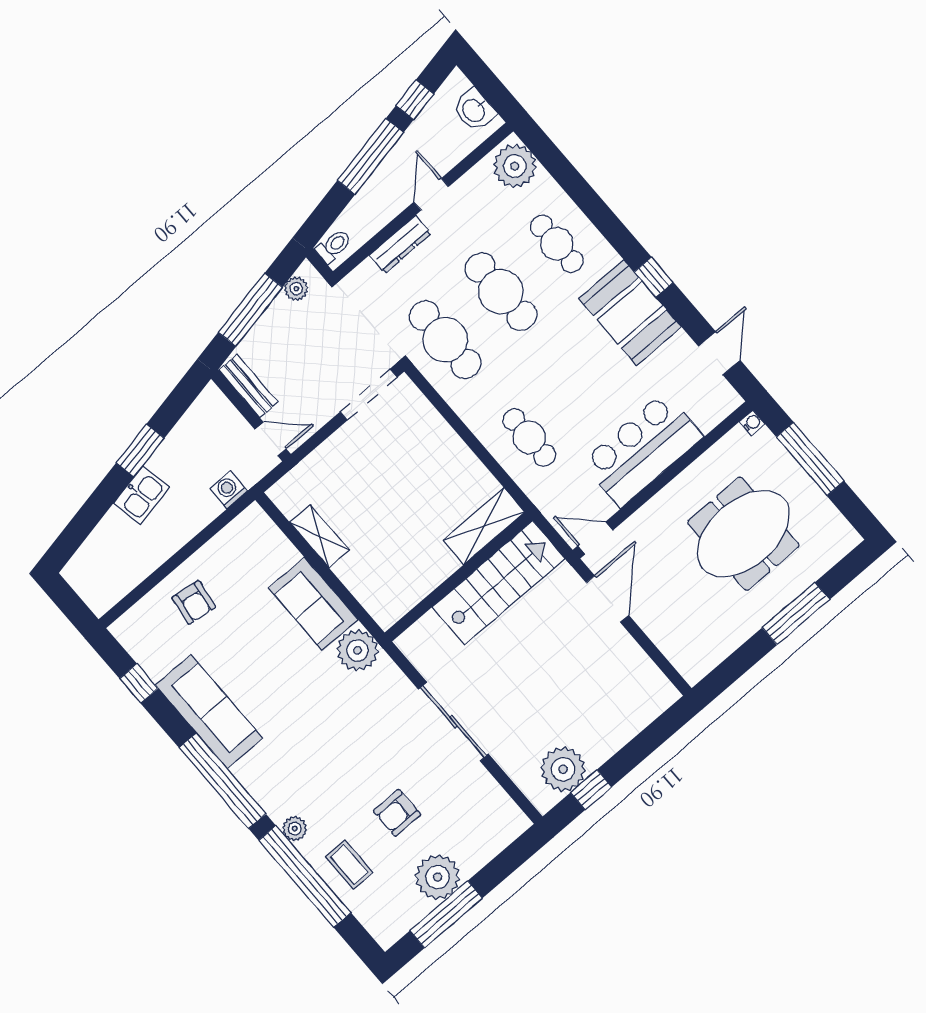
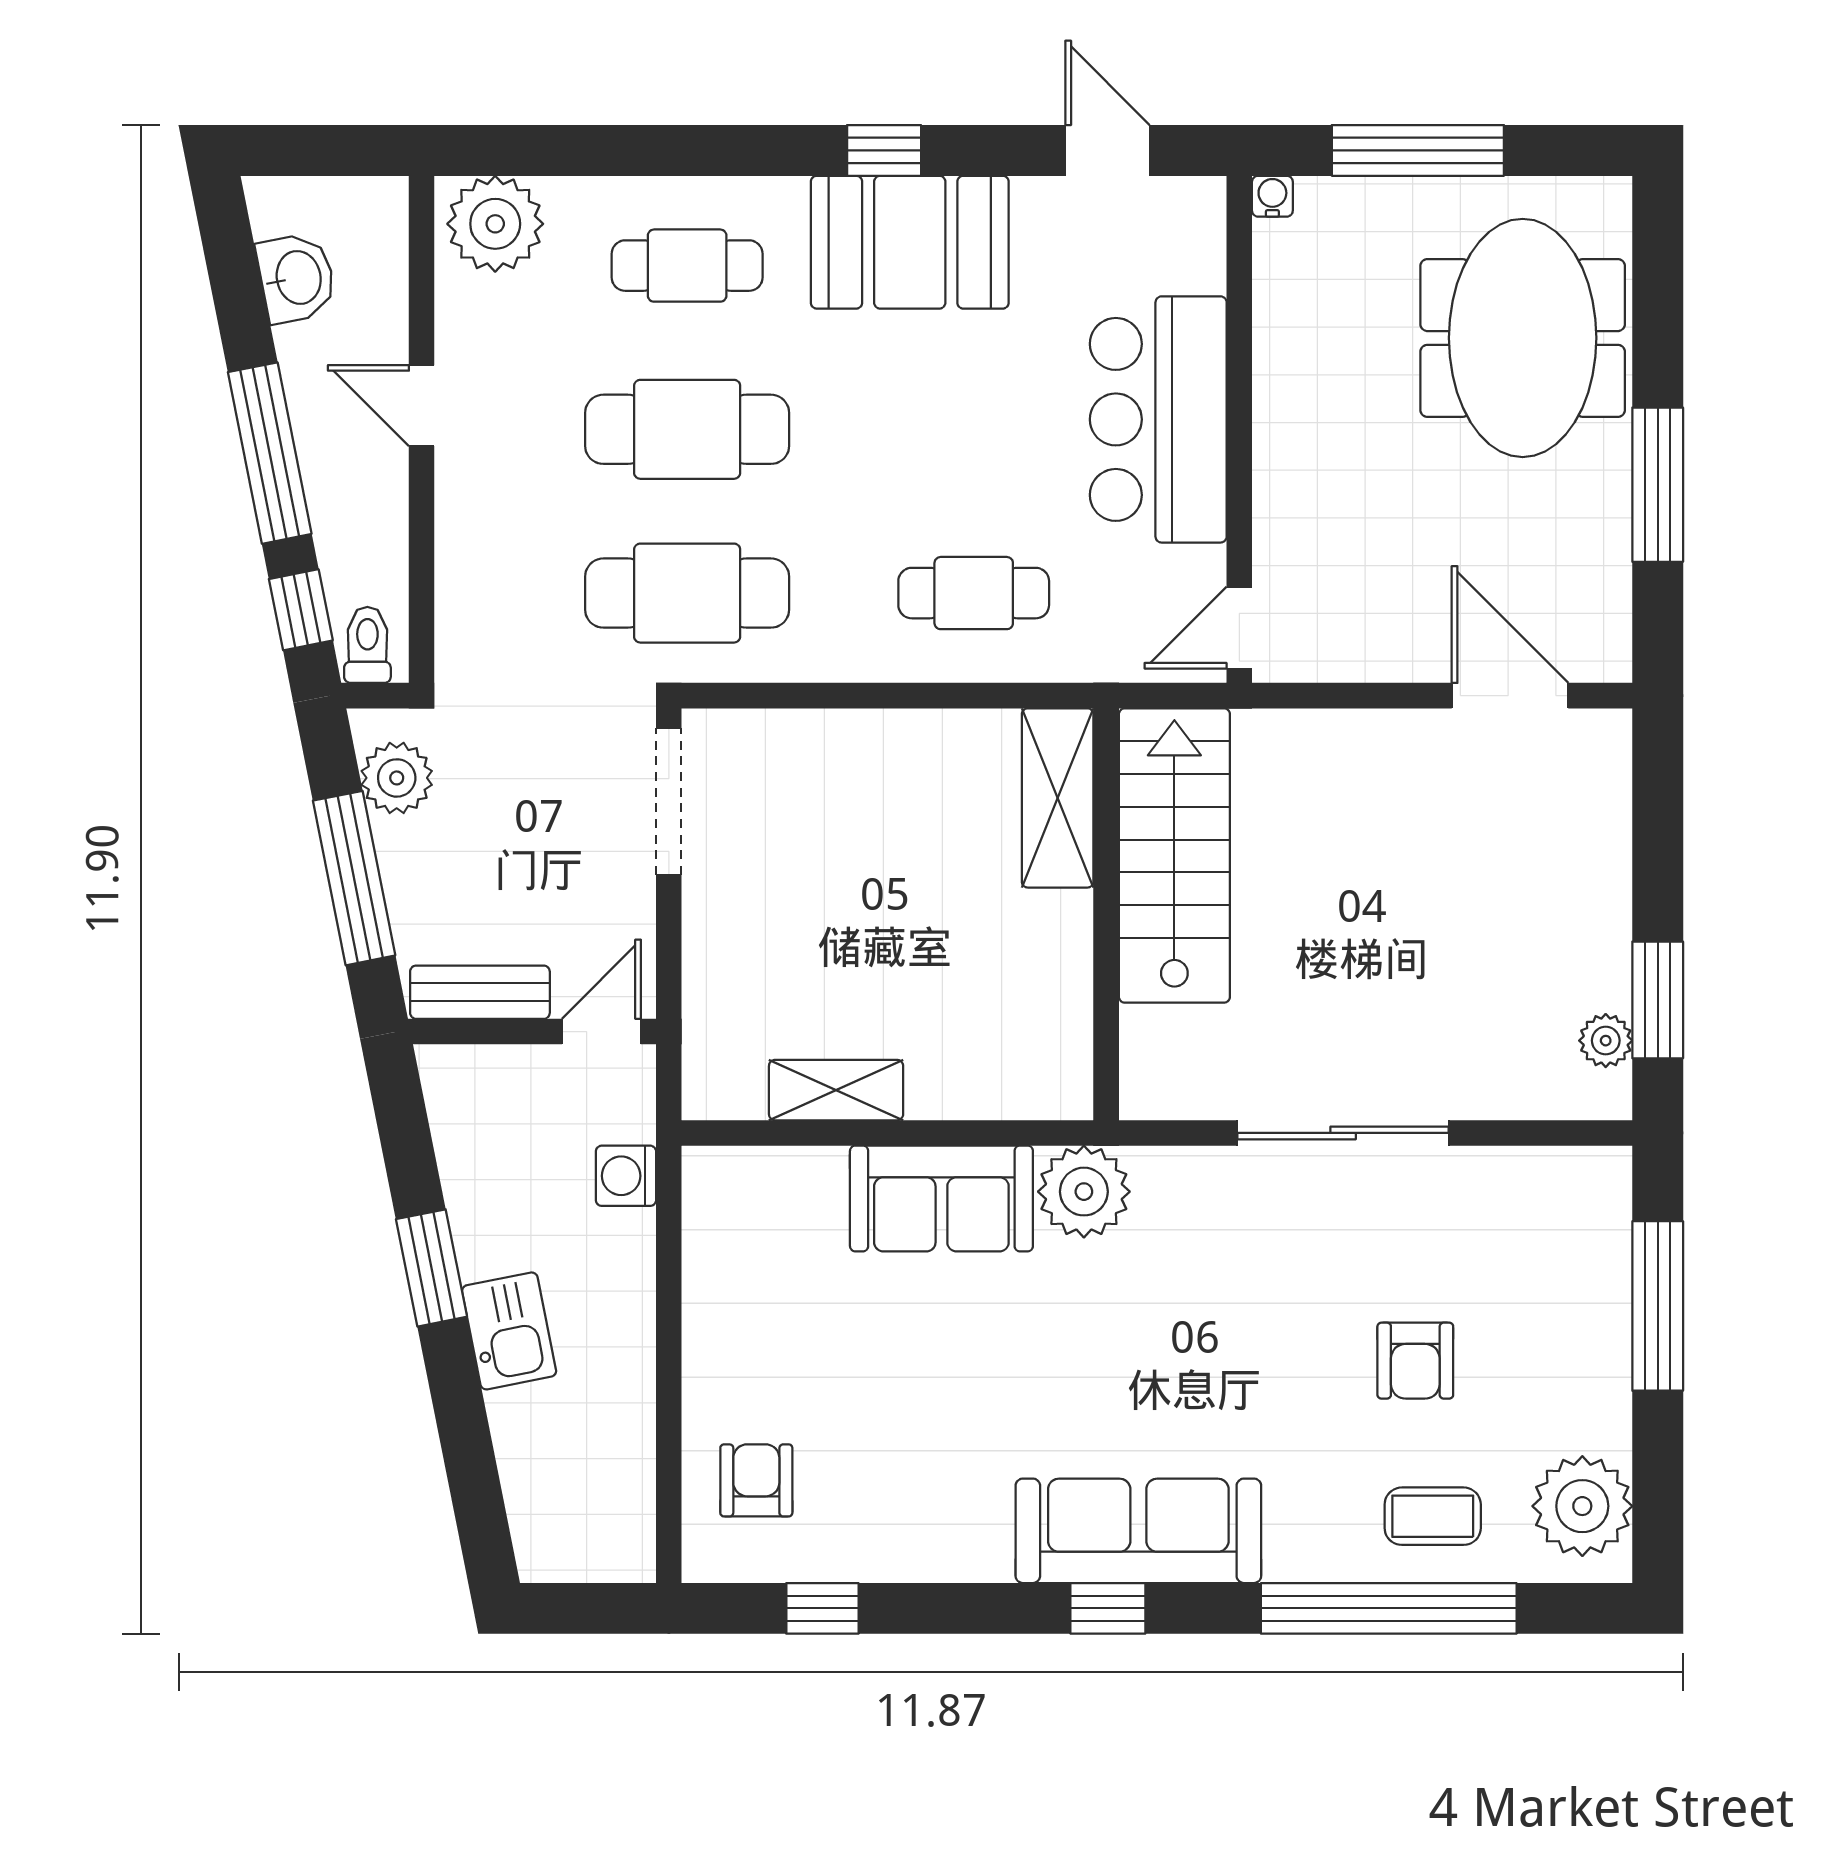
window: (415, 100) -> (301, 610), moved
washbasin: (474, 110) -> (297, 278), moved, turned -101
dresser: (400, 244) -> (461, 530), removed
plant: (296, 289) -> (397, 778), width x1.38, depth x1.38
meeting table: (743, 534) -> (1523, 338), moved
door: (607, 599) -> (1510, 696), moved
armchair: (194, 602) -> (756, 1480), moved, turned -98
window: (796, 614) -> (1658, 485), moved
sofa: (209, 712) -> (1138, 1531), moved
plant: (563, 769) -> (1606, 1041), width x0.53, depth x0.53
window: (222, 781) -> (1108, 1608), width x0.32
window: (591, 790) -> (1658, 1000), width x1.50
plant: (295, 829) -> (1293, 1556), removed
plant: (438, 877) -> (1582, 1506), moved
window: (446, 914) -> (1658, 1306), moved

